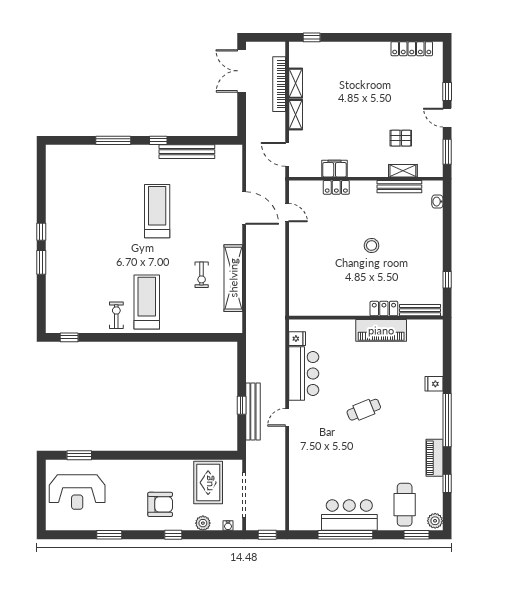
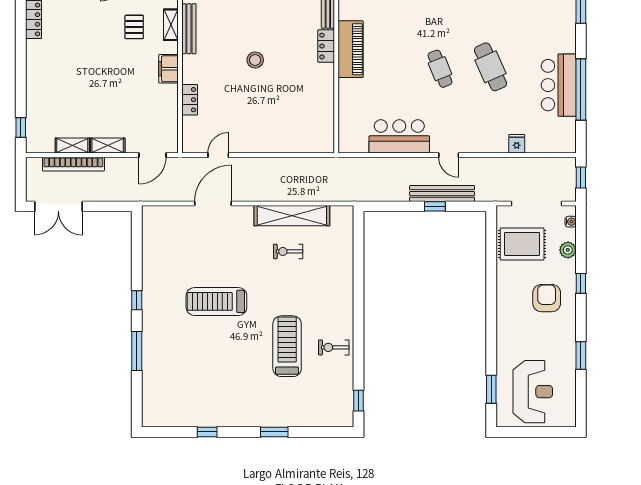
bench: (187, 152) -> (149, 268), removed
filing cabinet: (335, 169) -> (168, 69), moved
window: (41, 232) -> (207, 432), moved
exercise bike: (202, 275) -> (288, 251), turned 180
treadmill: (147, 302) -> (287, 346), moved, turned 90
fridge: (297, 339) -> (517, 144), moved
cafe table: (405, 505) -> (491, 67), moved, turned 66

